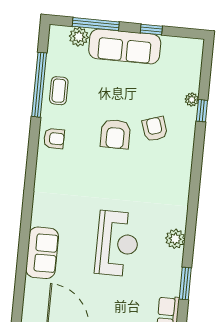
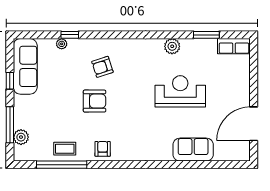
sofa: (125, 46) -> (25, 66), moved
armchair: (155, 129) -> (102, 67), moved

